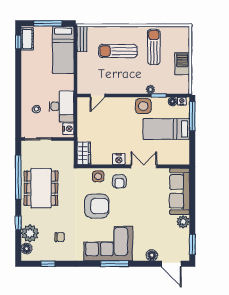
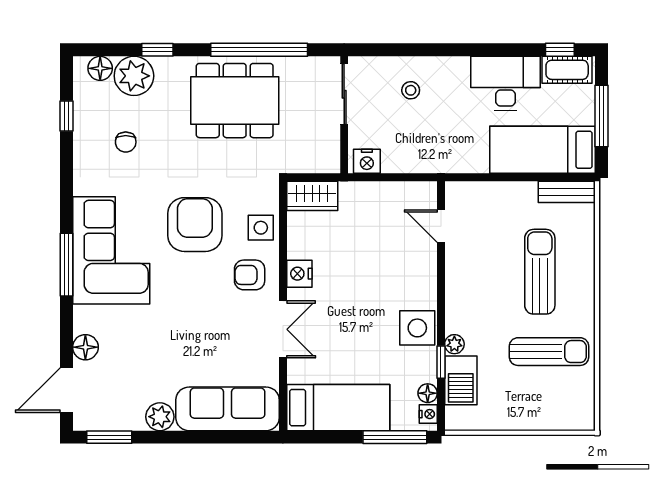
barbecue: (182, 64) -> (461, 380), moved, turned 90
desk: (62, 106) -> (506, 83), moved, turned 180
bed: (166, 129) -> (338, 408), moved, turned 90
armchair: (97, 206) -> (195, 225), turned 180

